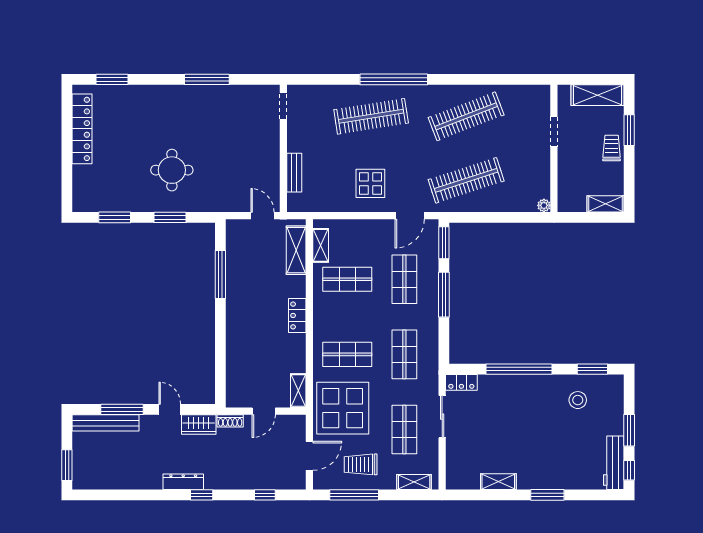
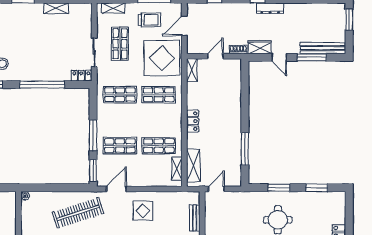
door: (262, 216) -> (216, 189), swing flipped
shop shelf: (404, 279) -> (120, 146), turned 90
shop shelf: (404, 354) -> (120, 95), turned 90

